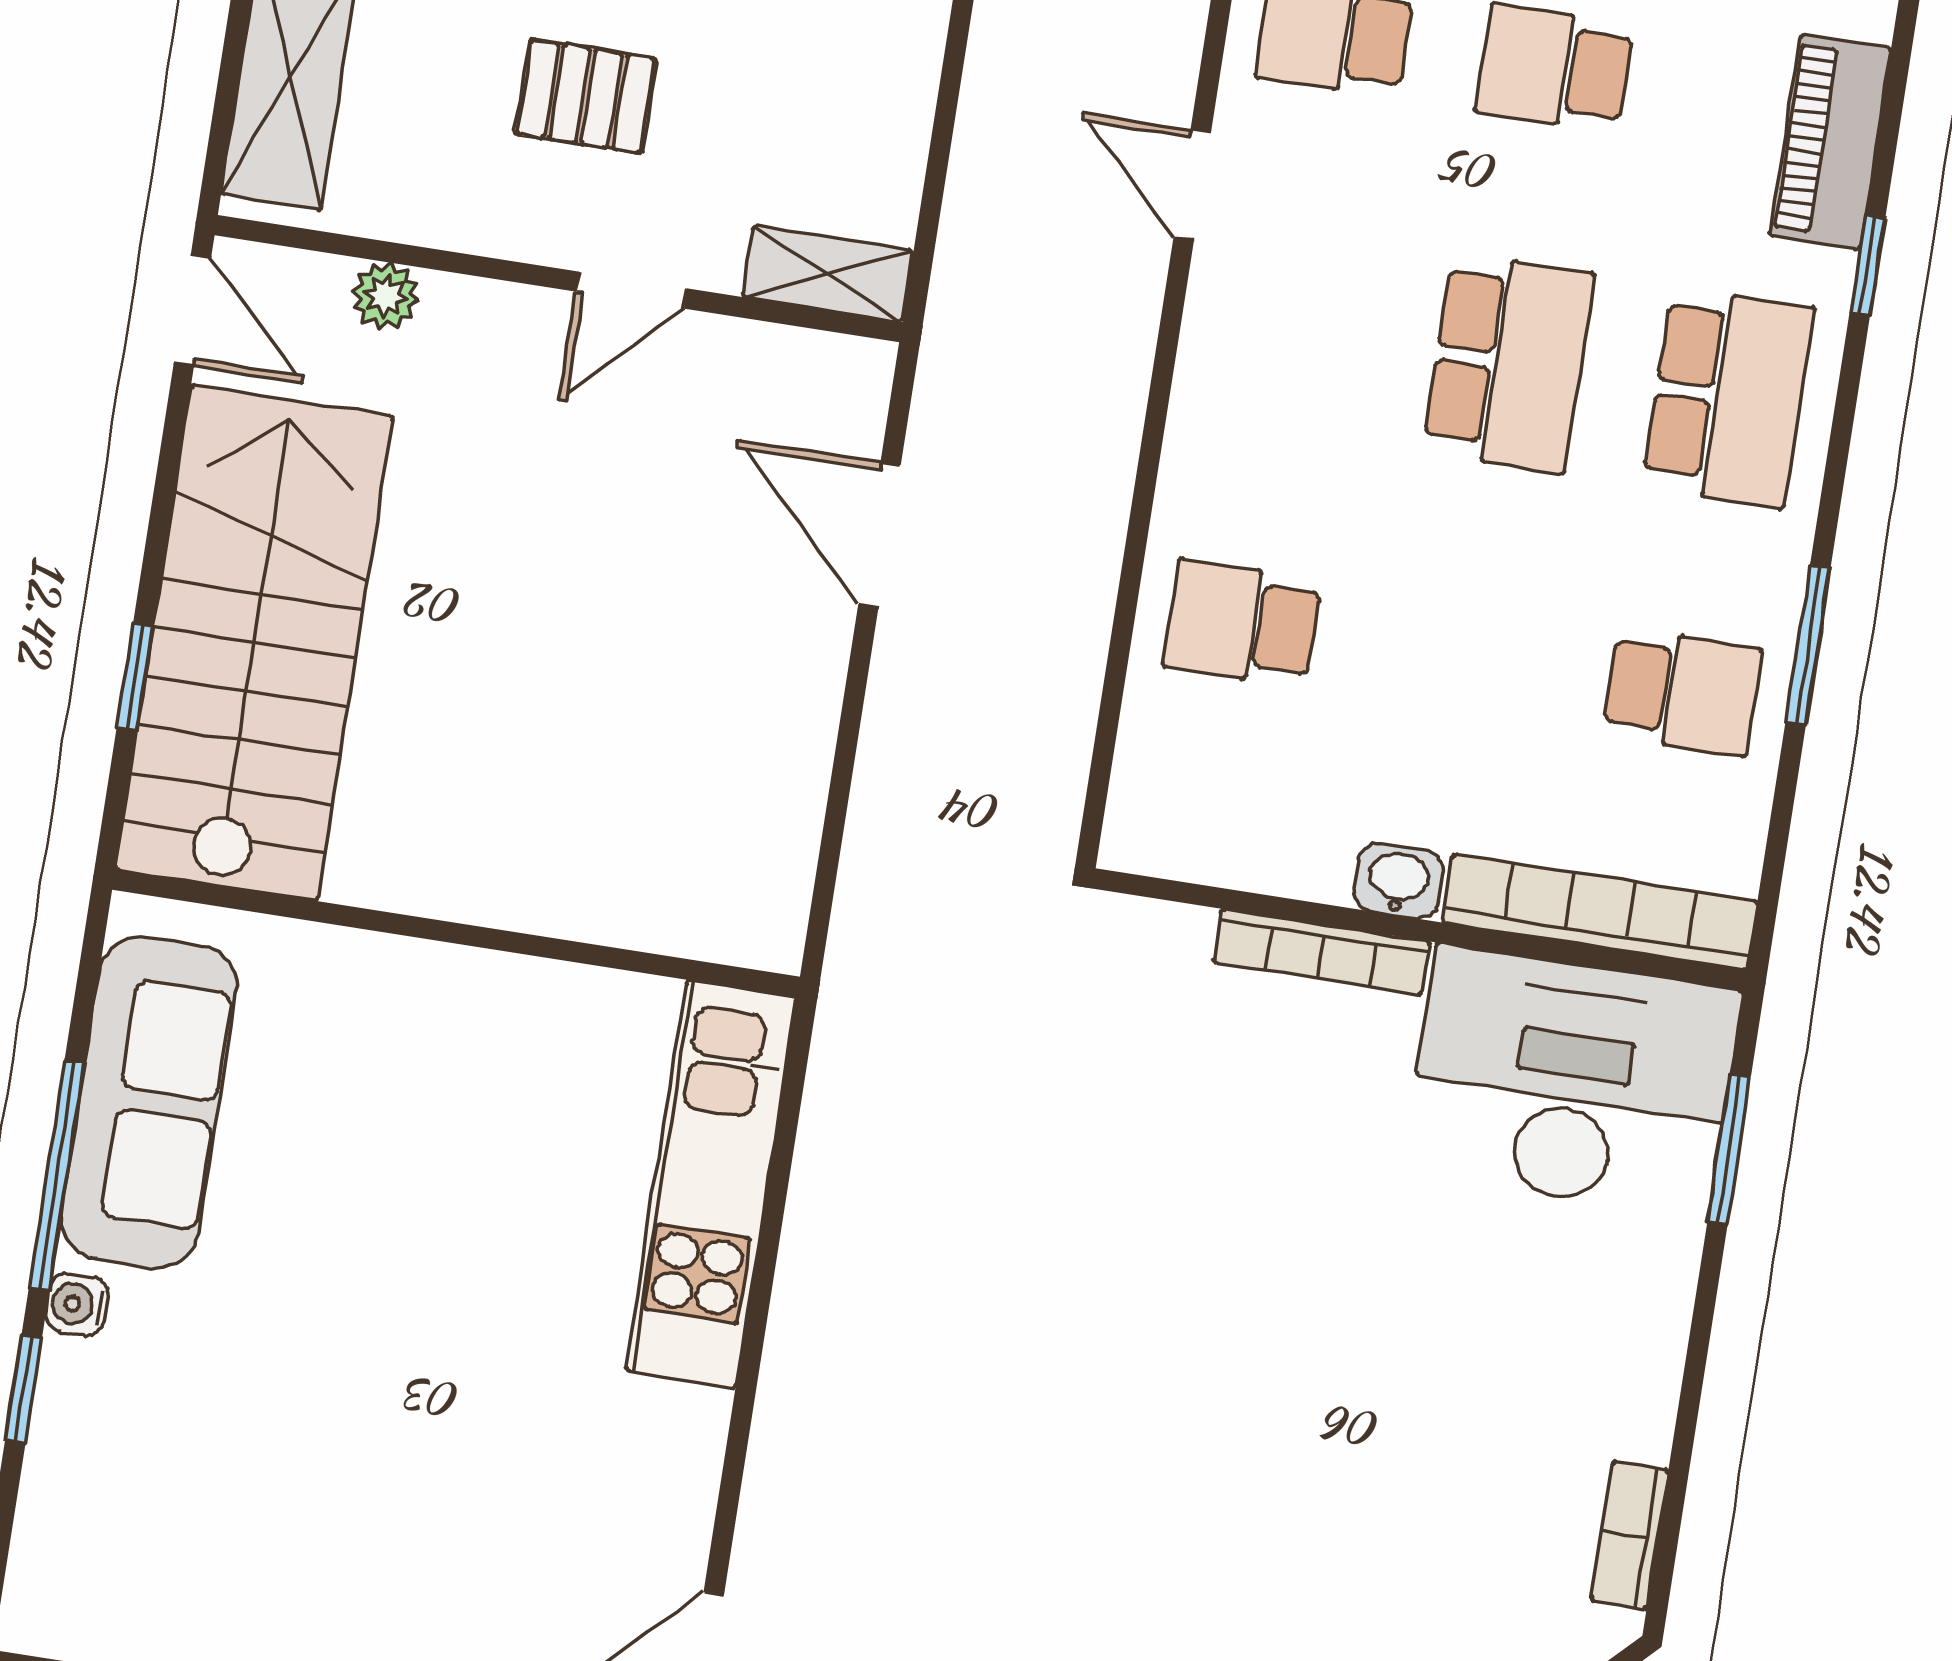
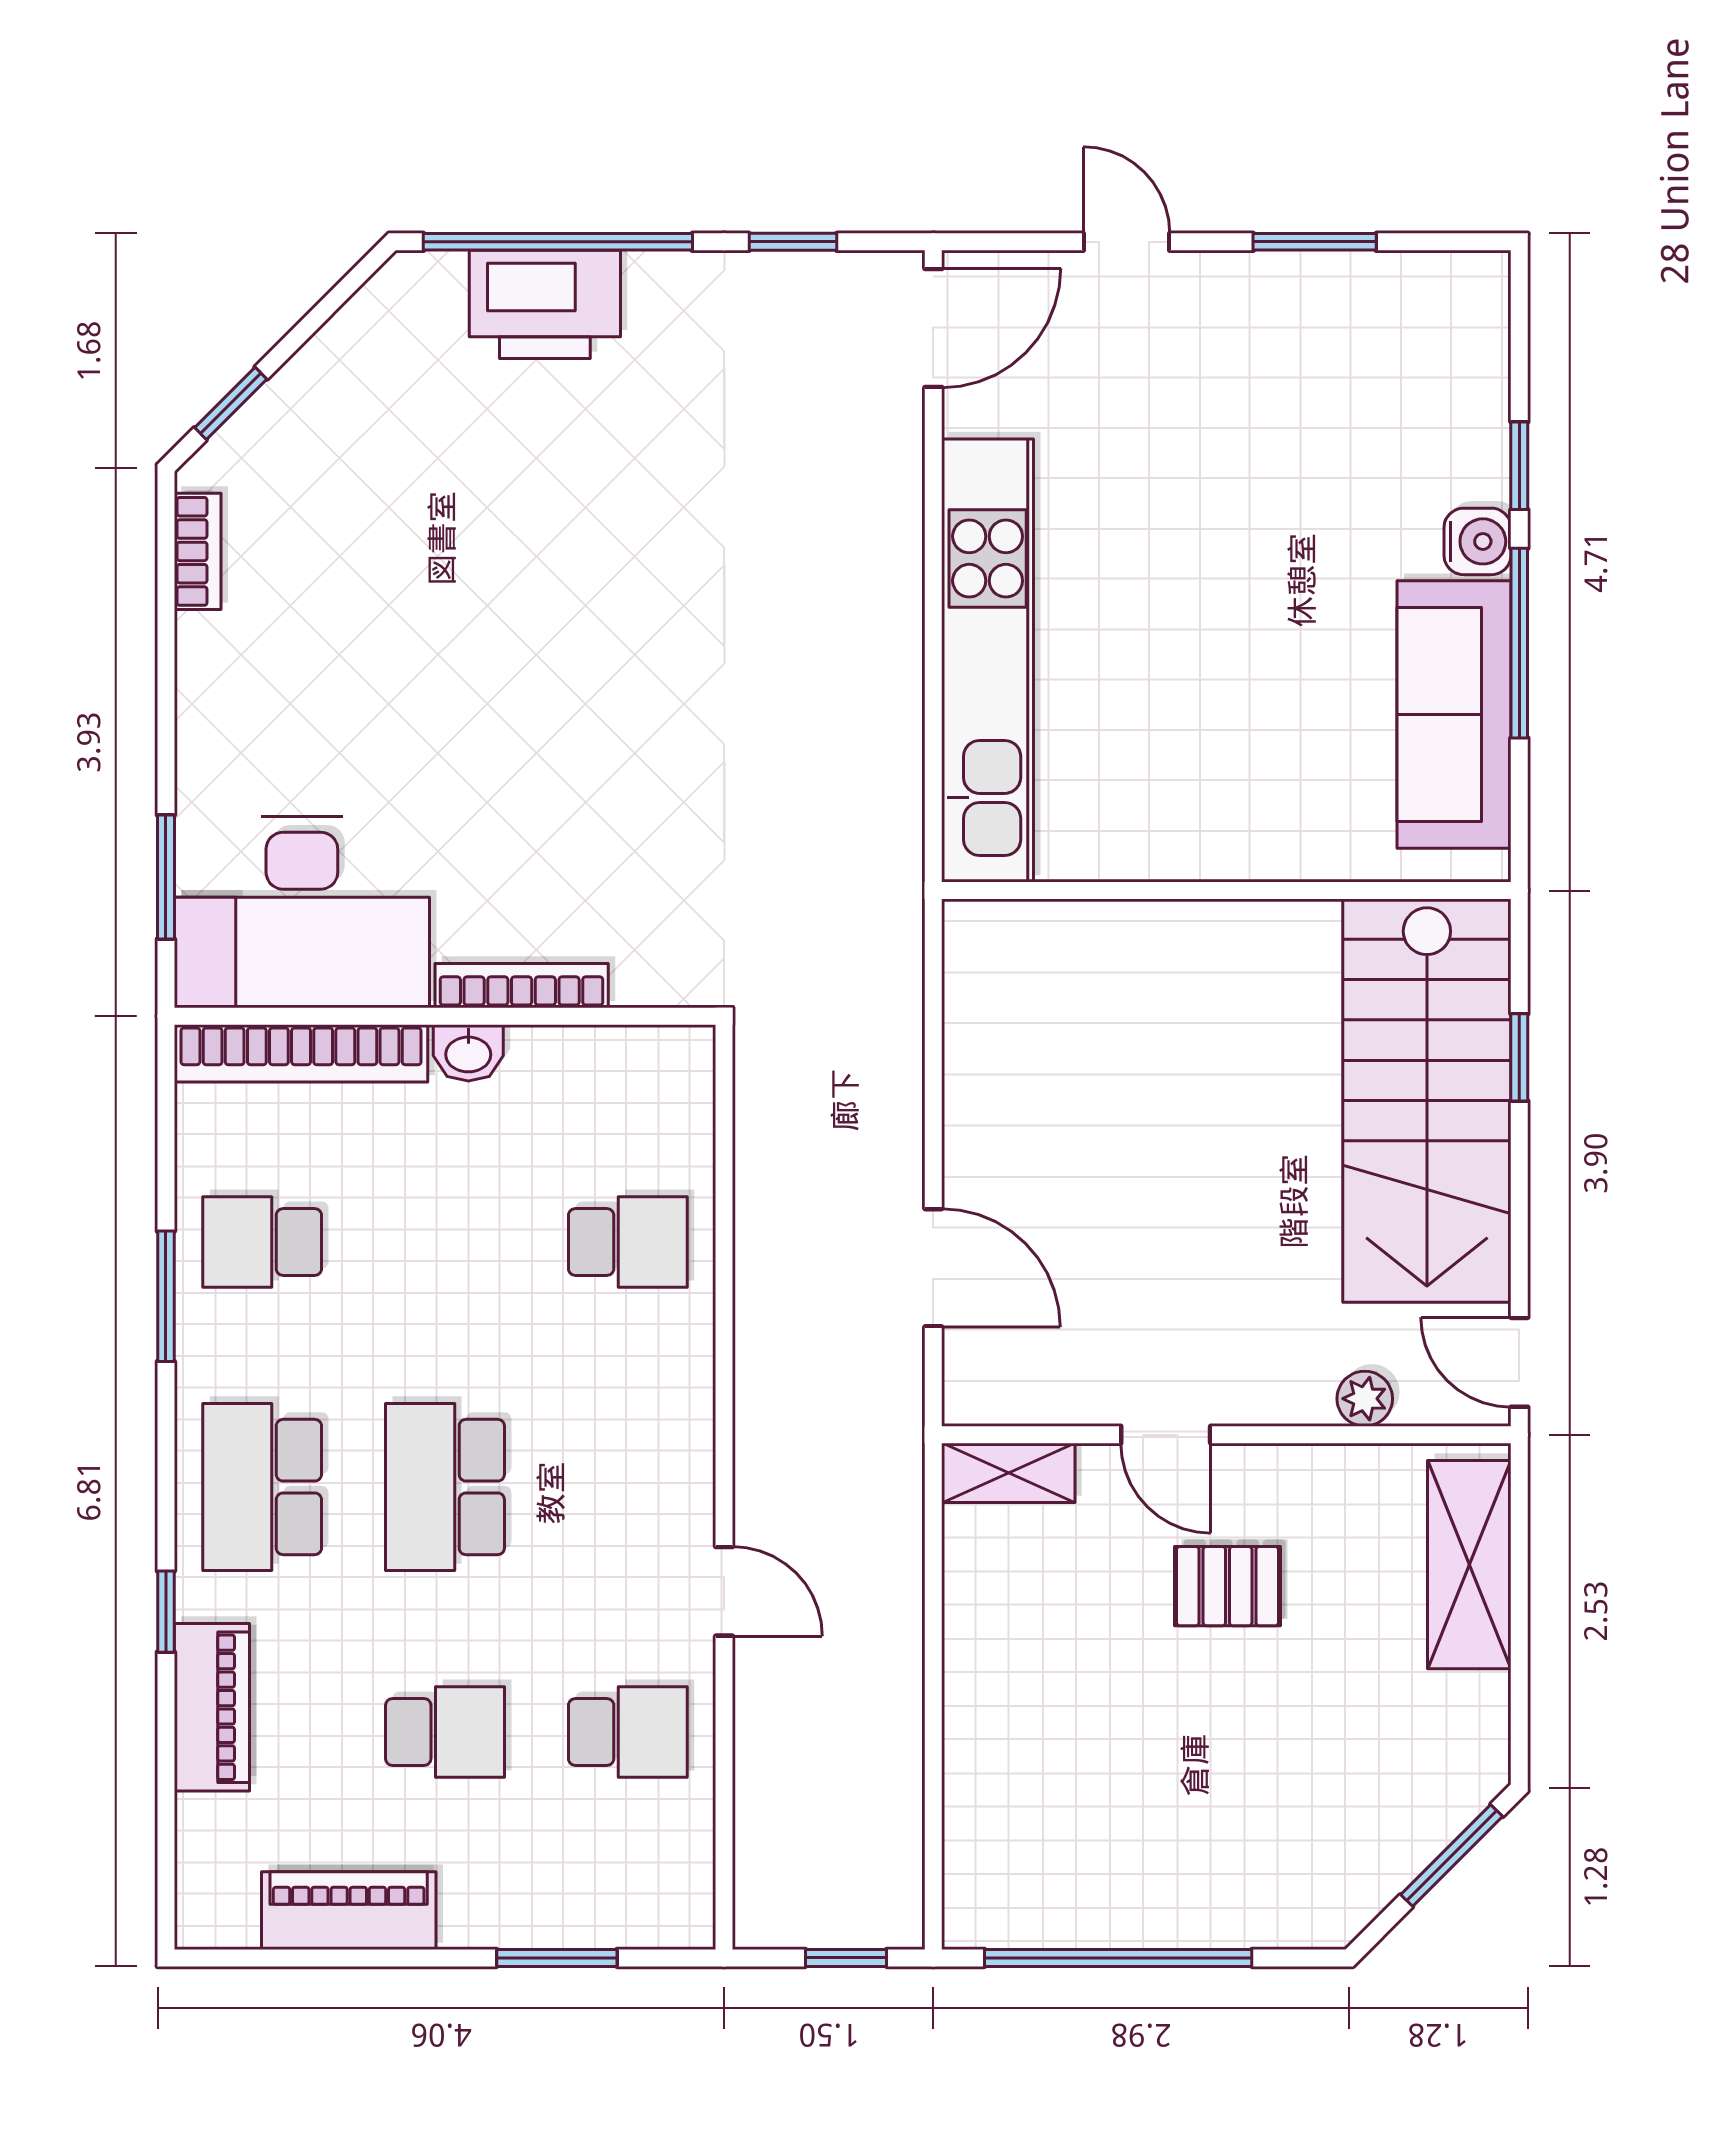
door: (631, 290) -> (1166, 1435), swing flipped
kitchen unit: (711, 1184) -> (988, 661), width x1.36
water cooler: (77, 1304) -> (1477, 541), width x1.38, depth x1.38

